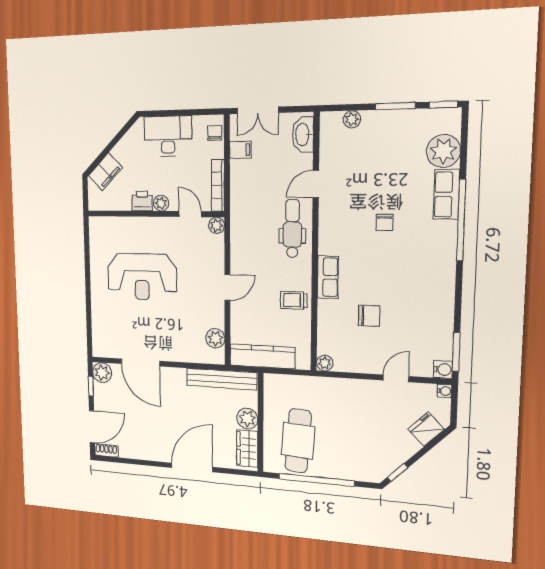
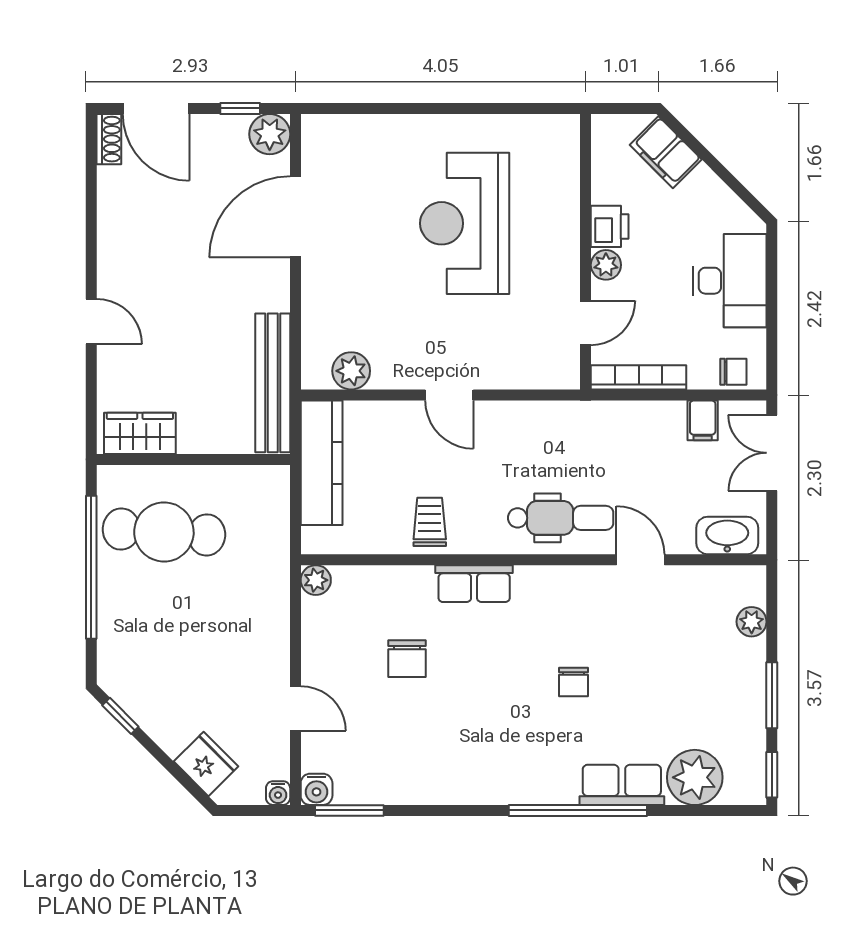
chair: (385, 222) -> (574, 682), turned -90
plant: (216, 225) -> (565, 374), removed
plant: (247, 419) -> (199, 434), removed
door: (192, 467) -> (91, 321), width x0.53

